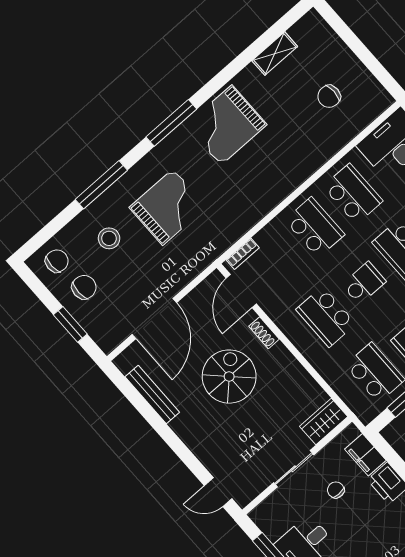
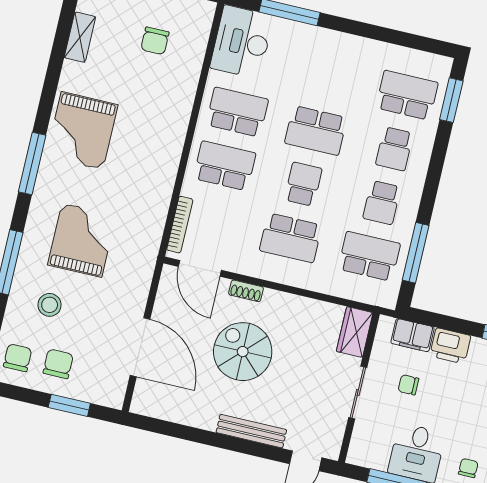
bookcase: (243, 254) -> (180, 225), width x1.56
bench: (152, 394) -> (251, 431), moved

